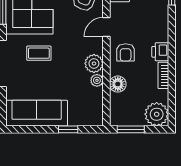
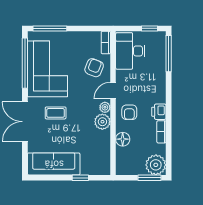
plant: (97, 80) -> (105, 107), moved
window: (131, 129) -> (150, 178), moved

